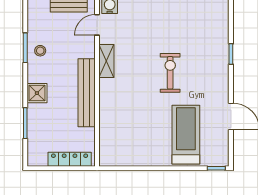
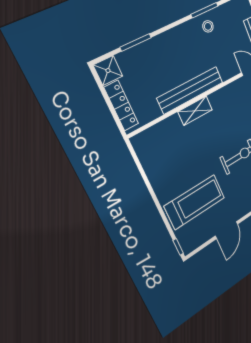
shelving: (106, 61) -> (195, 111), moved
shower: (37, 93) -> (108, 71), moved

